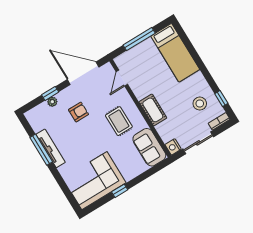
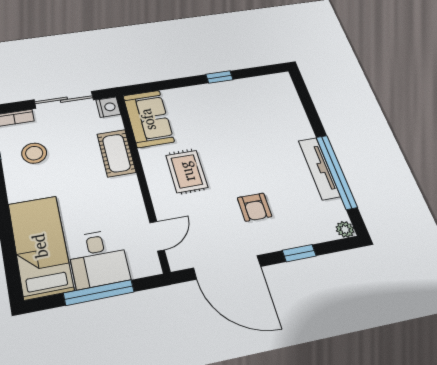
desk: (146, 56) -> (98, 259), added
plant: (52, 102) -> (345, 229), moved
cot: (153, 110) -> (116, 153), moved
armchair: (79, 112) -> (255, 207), turned -90
window: (41, 150) -> (336, 172), width x1.46
corner sofa: (94, 181) -> (257, 102), removed

